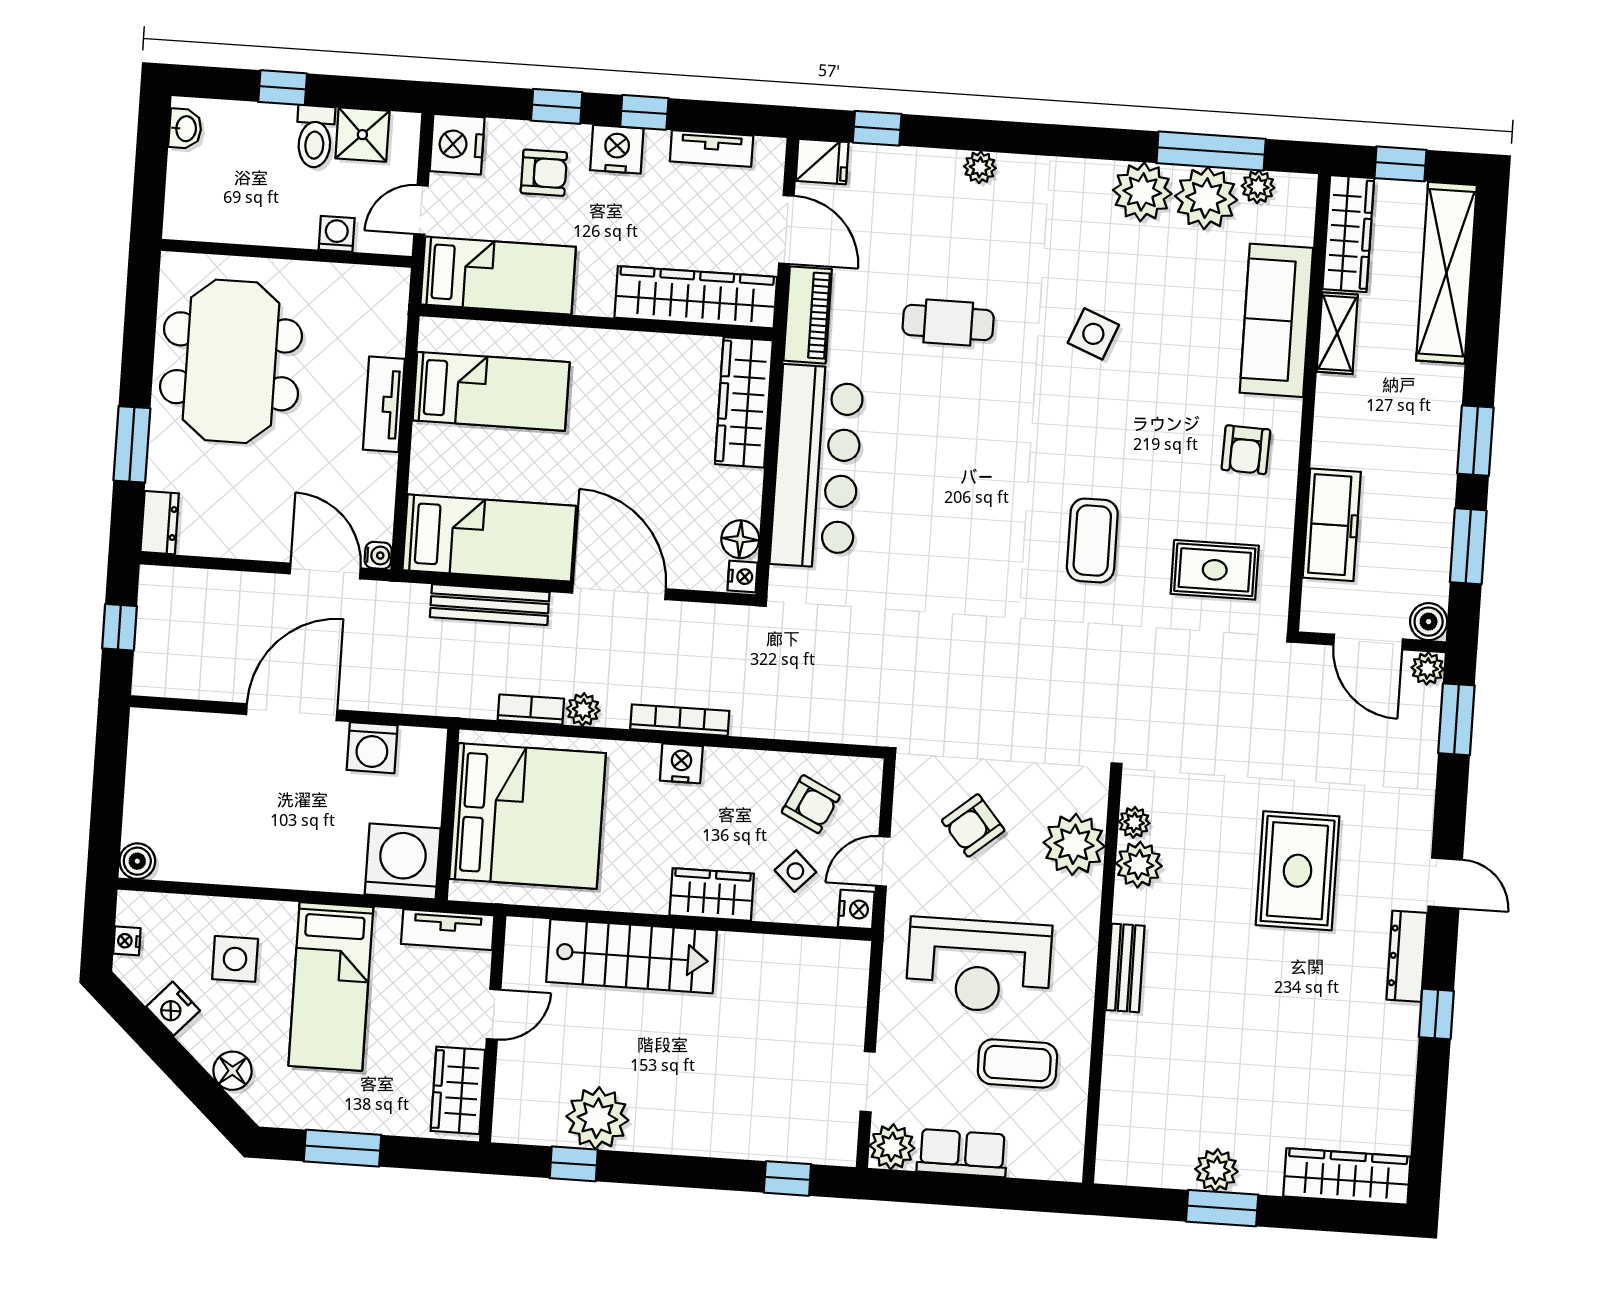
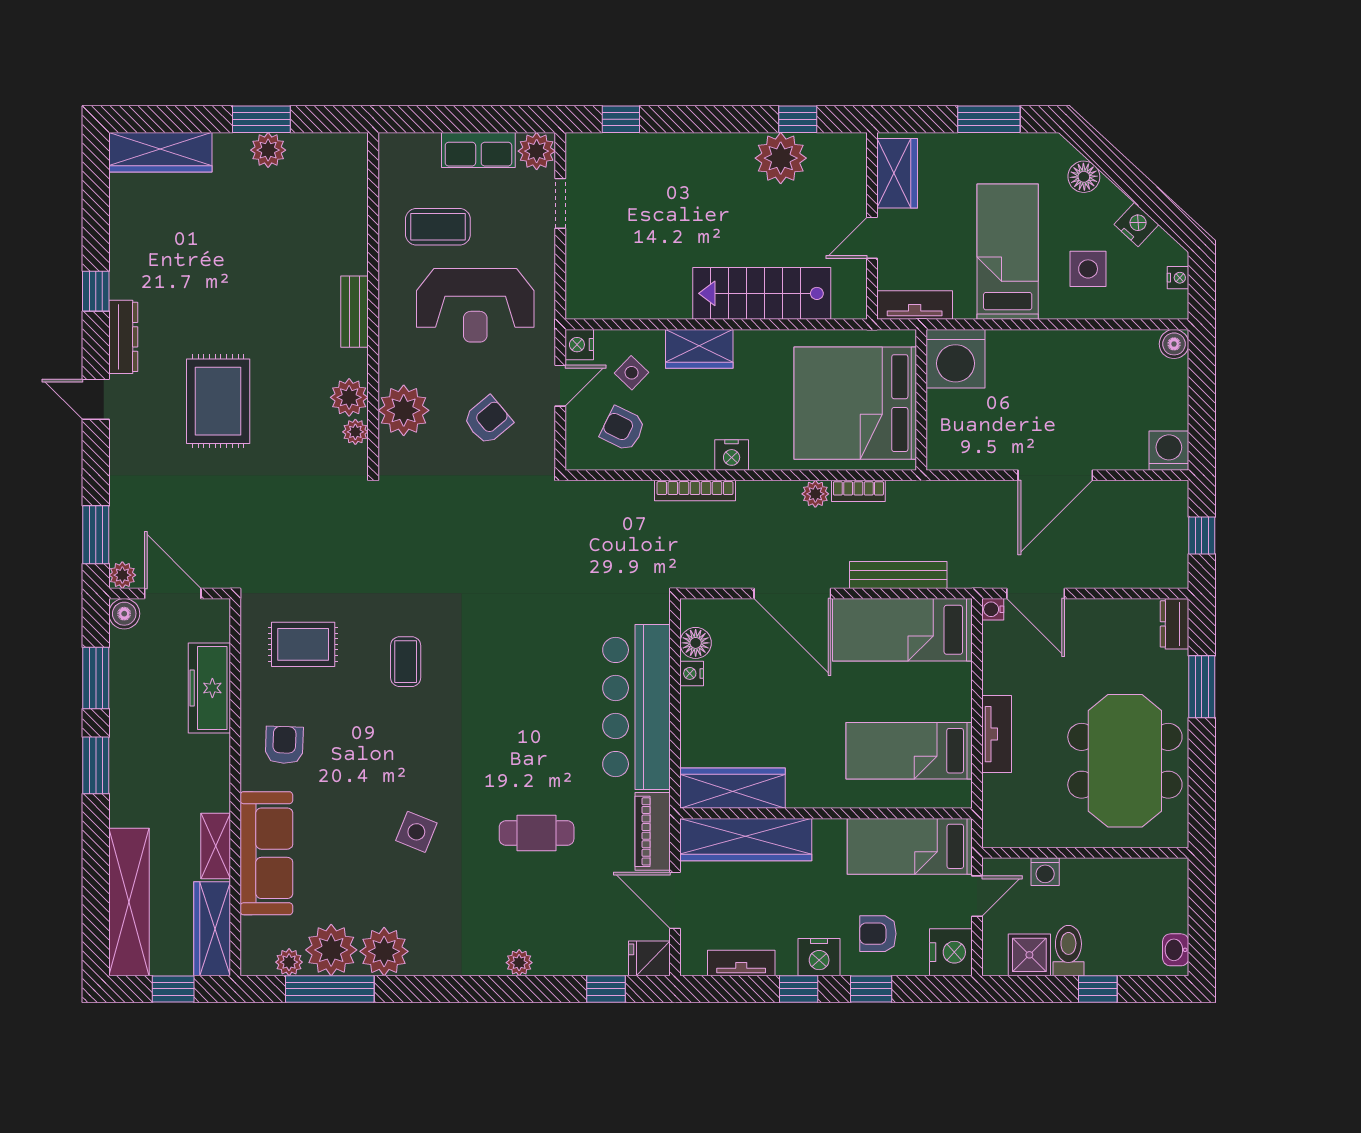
wardrobe: (744, 402) -> (733, 788), moved, turned -90
coffee table: (1092, 540) -> (406, 662), width x0.73, depth x0.77
nightstand: (743, 576) -> (692, 673), moved
bookcase: (680, 720) -> (695, 491), moved
washing machine: (372, 748) -> (1169, 451), moved
reception desk: (979, 965) -> (475, 305), turned 180

